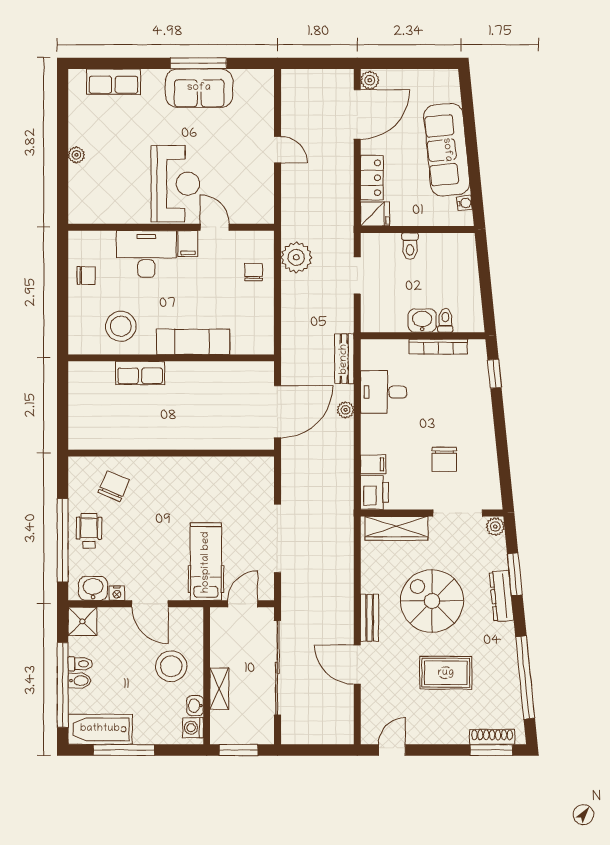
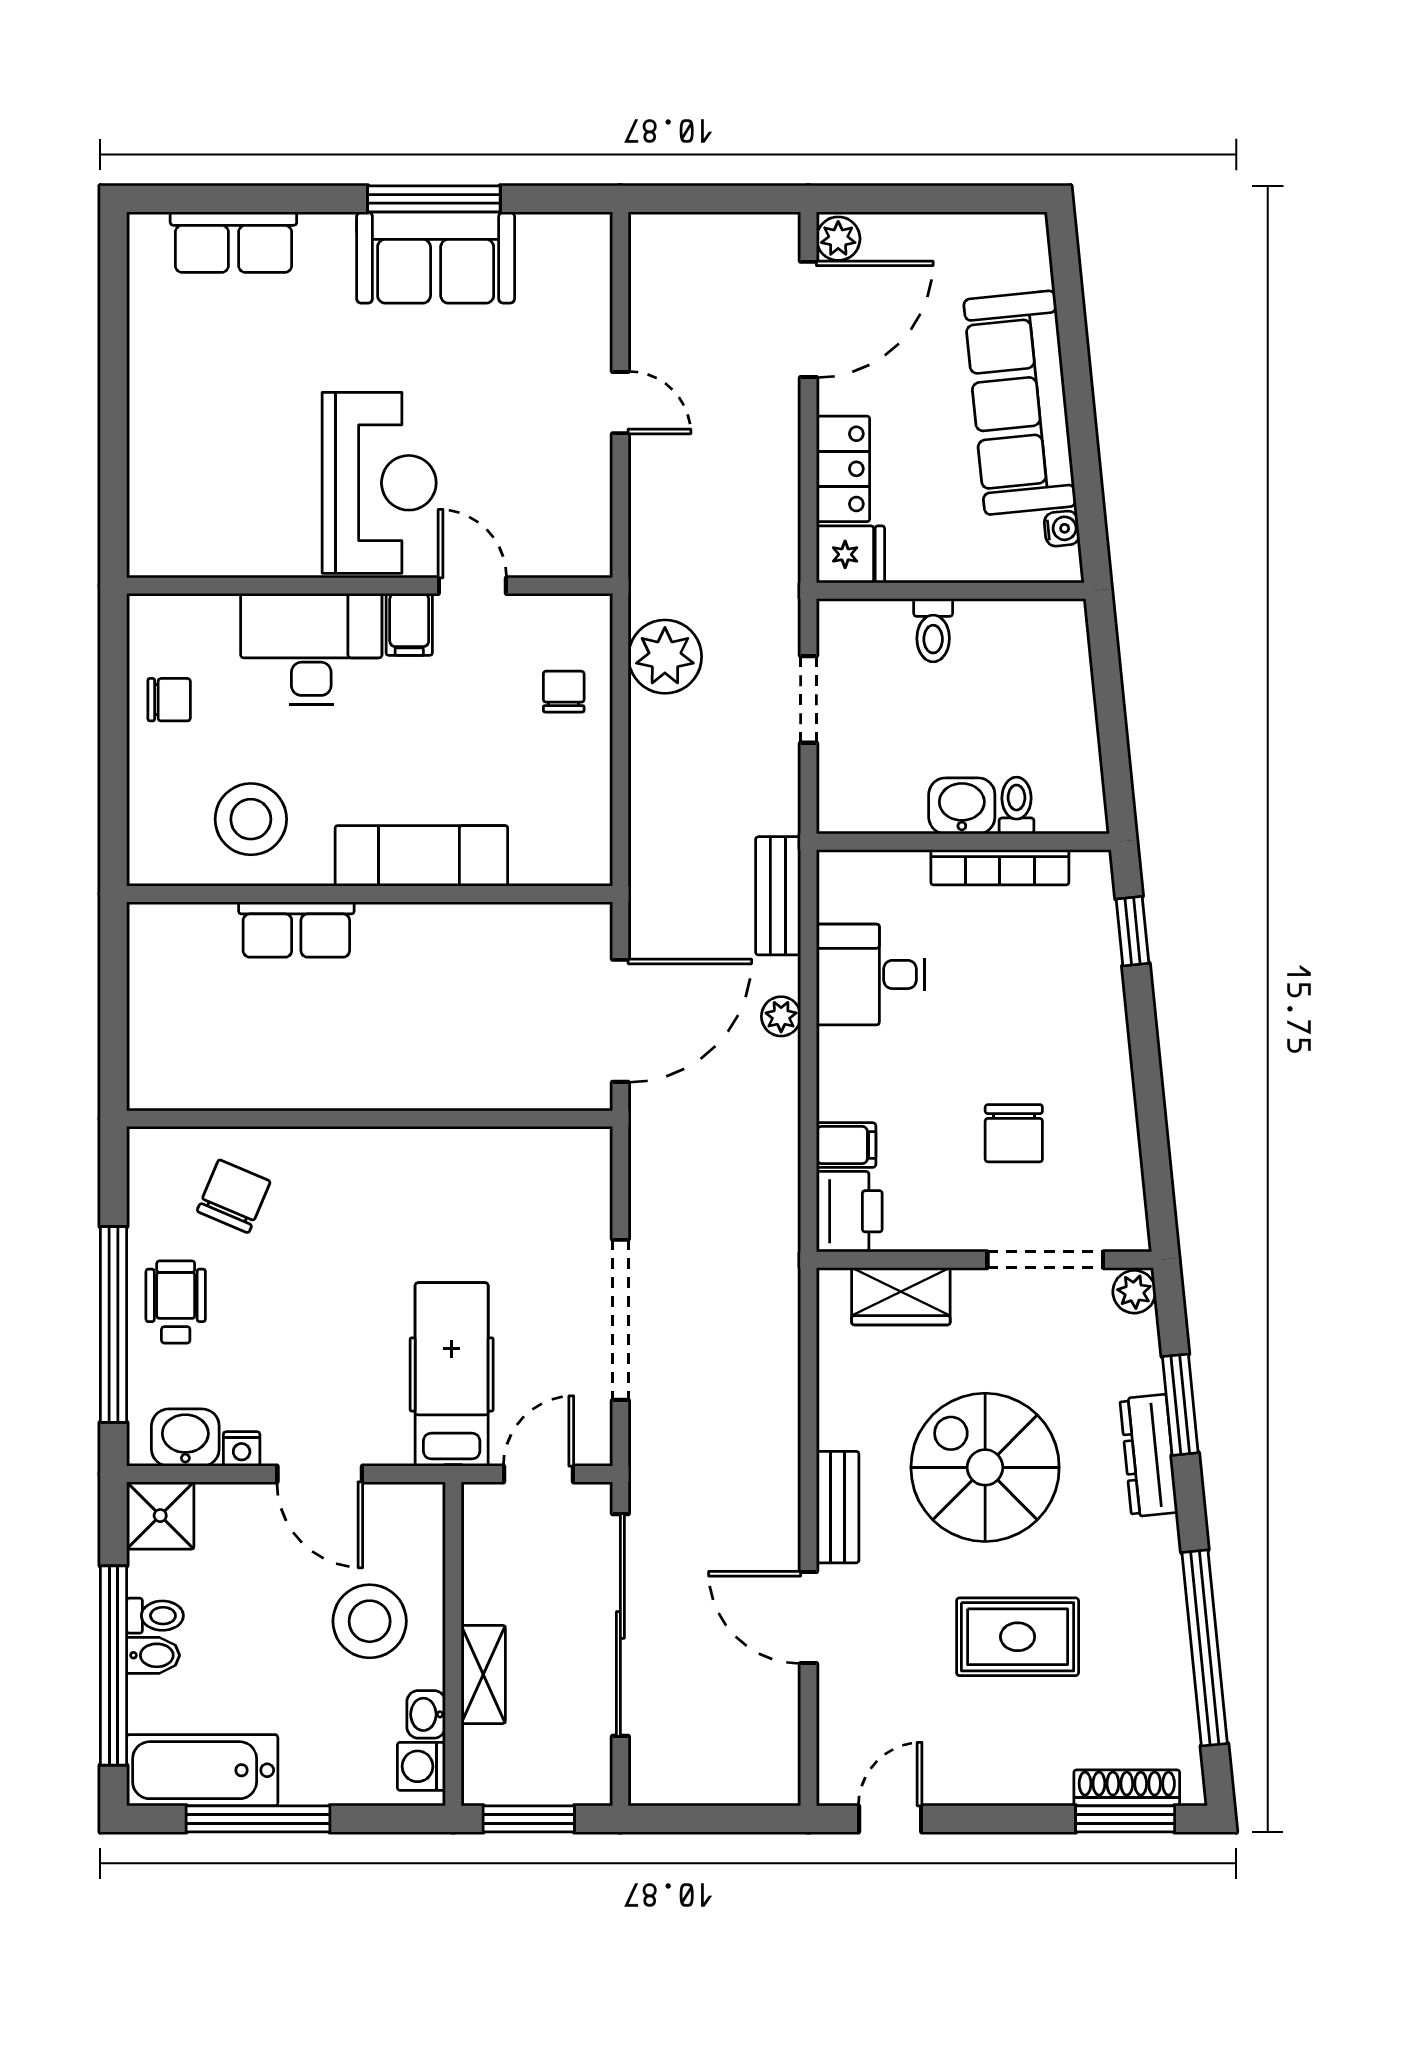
plant: (76, 155) -> (146, 415), removed
wardrobe: (396, 528) -> (901, 1296), width x0.67

